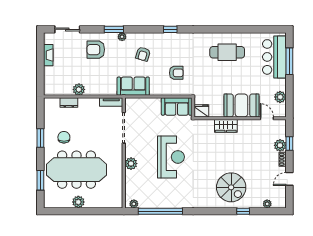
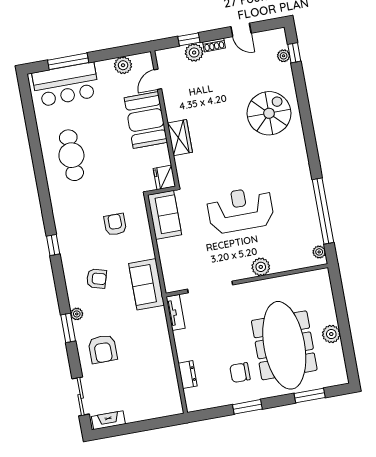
fireplace: (48, 55) -> (108, 420), moved
plant: (79, 89) -> (166, 363), removed
window: (243, 211) -> (294, 53), moved

